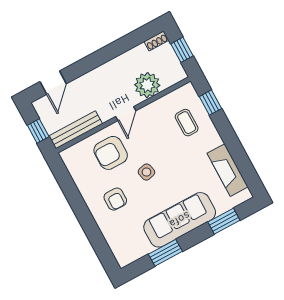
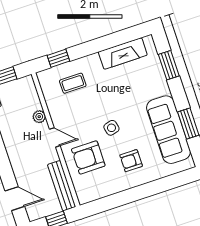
plant: (147, 85) -> (39, 117), width x0.53, depth x0.53
armchair: (111, 153) -> (88, 157), turned 90
armchair: (115, 199) -> (131, 161), turned 180
sofa: (180, 220) -> (169, 130), moved

